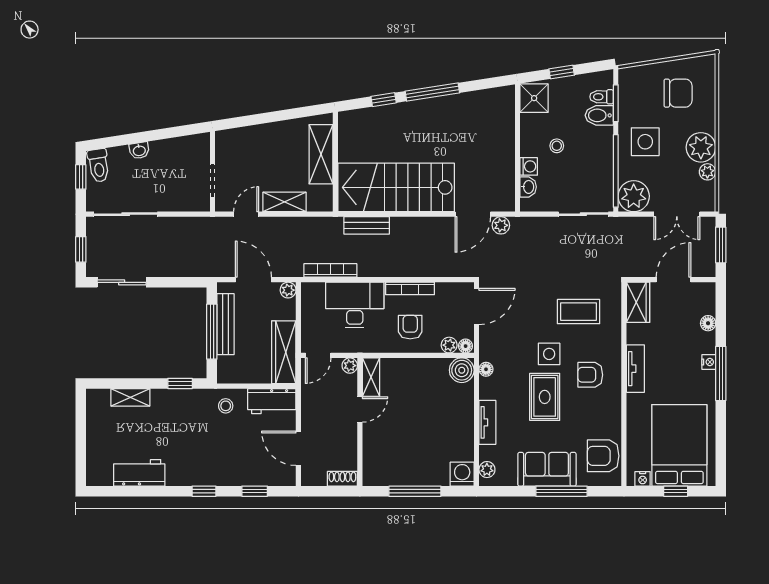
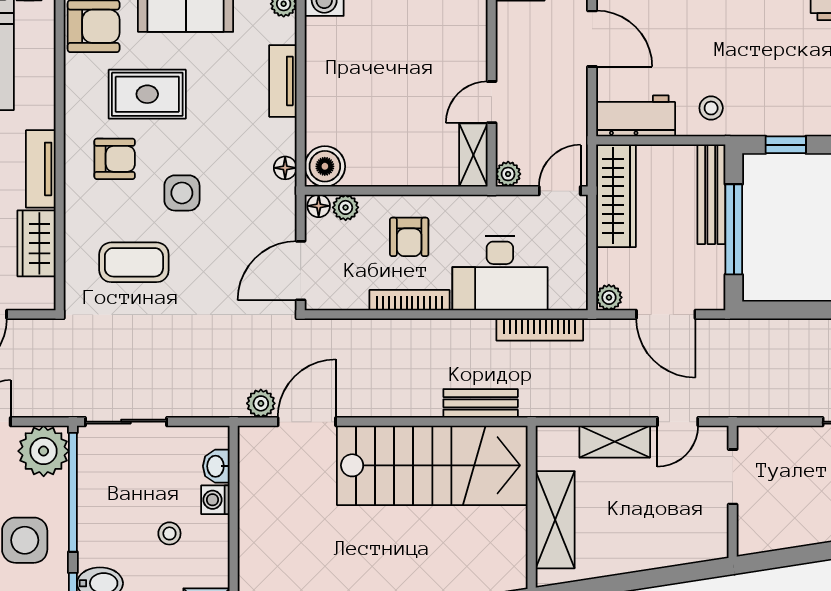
wardrobe: (638, 302) -> (36, 243), moved
bench: (226, 324) -> (711, 194), moved
rug: (545, 397) -> (147, 94), moved, turned 90

